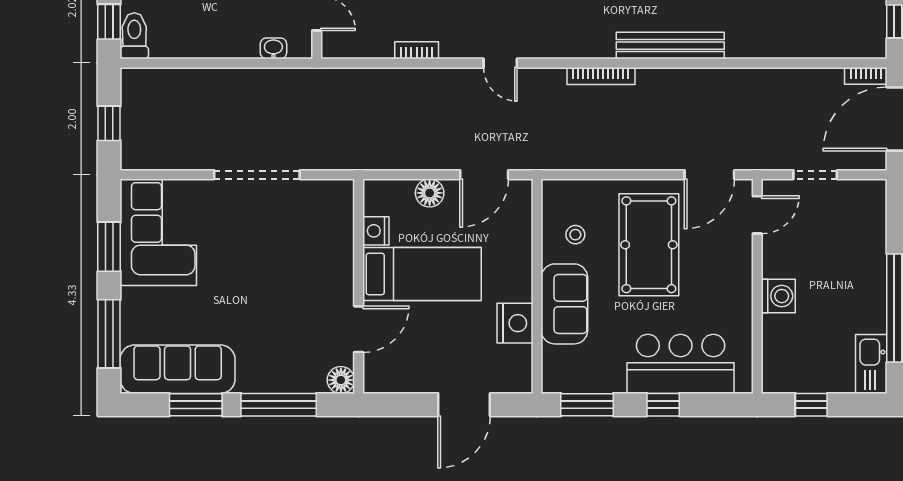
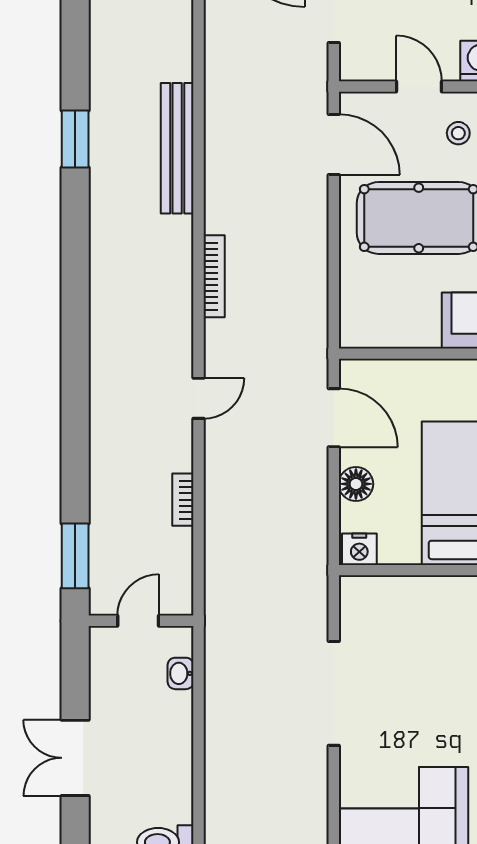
bench: (670, 46) -> (177, 148), moved
door: (757, 215) -> (419, 87), moved
nightstand: (376, 231) -> (359, 549), moved
stool: (575, 235) -> (458, 133), moved

